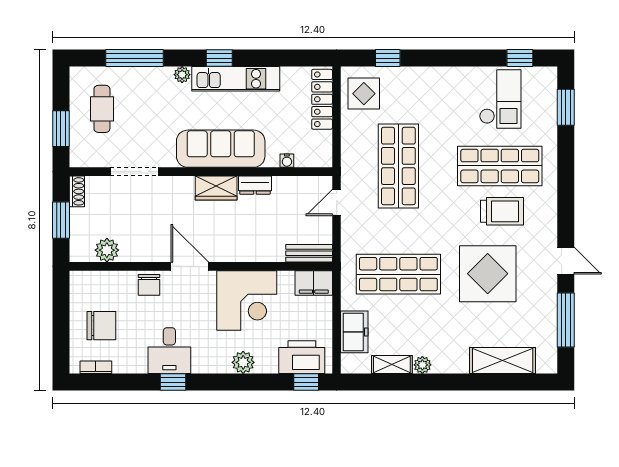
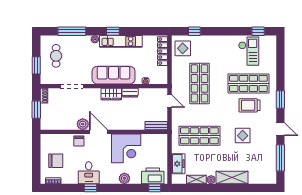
window: (566, 107) -> (280, 99), moved
door: (337, 203) -> (170, 101), swing flipped
trolley: (502, 211) -> (250, 105), turned 180
plant: (107, 250) -> (83, 124), moved
display table: (488, 274) -> (243, 136), width x0.54, depth x0.54
filing cabinet: (314, 283) -> (159, 140), removed
shelving: (503, 360) -> (232, 177), moved

